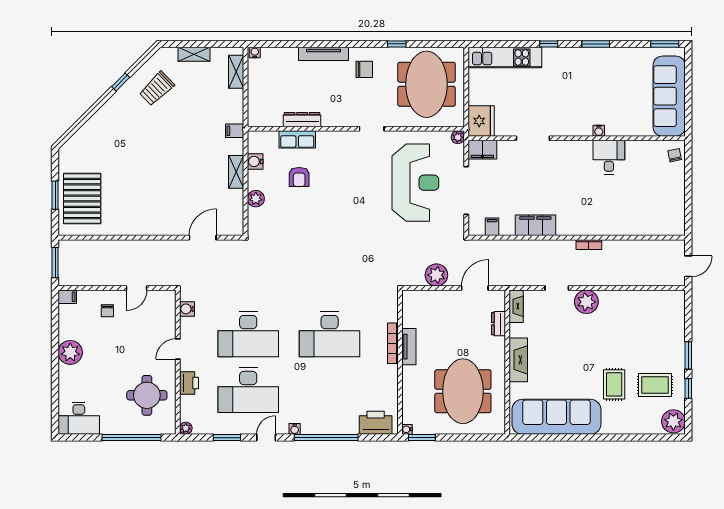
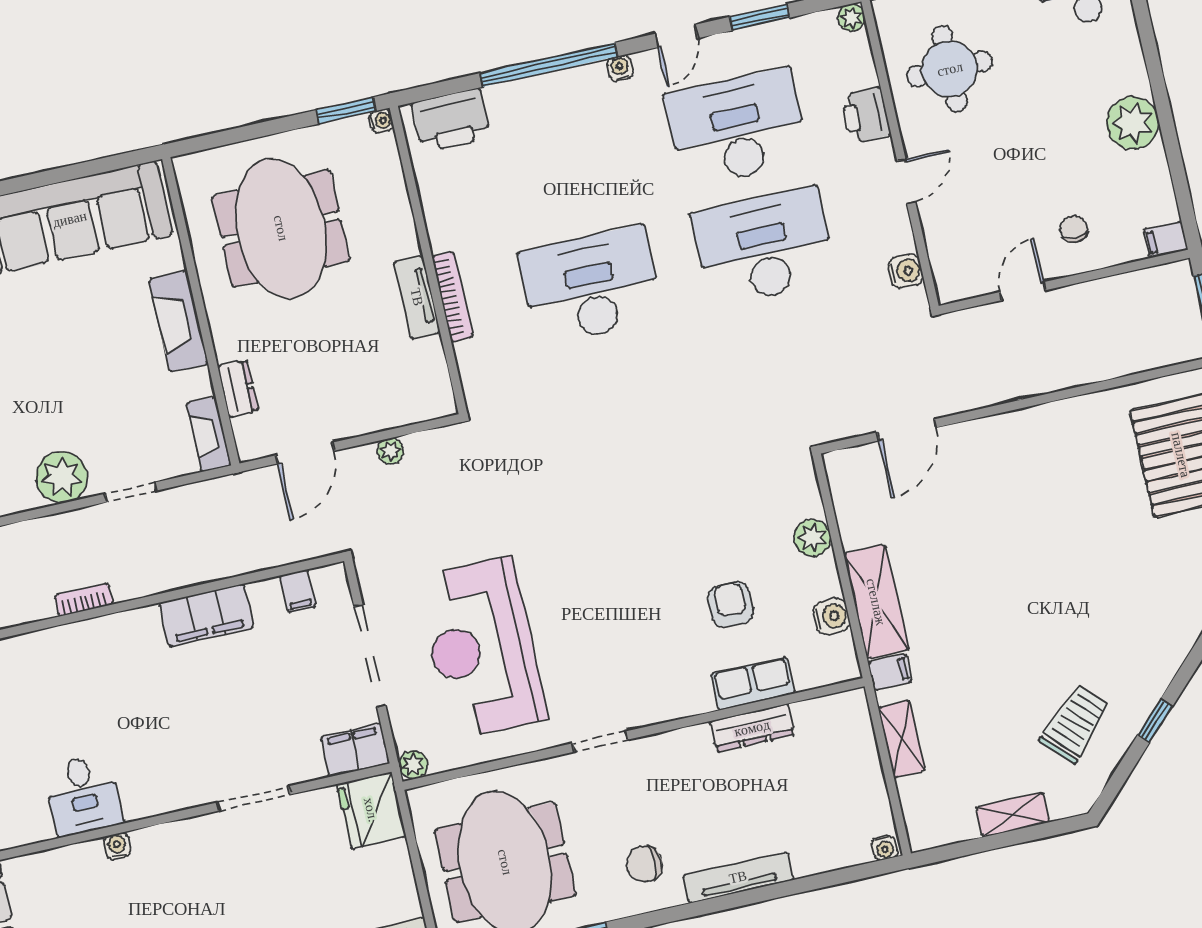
shelving: (236, 72) -> (902, 739), moved
shelving: (236, 172) -> (876, 602), width x1.50, depth x1.33
plant: (436, 275) -> (390, 451), width x0.53, depth x0.53

